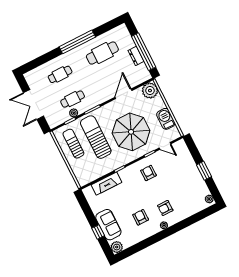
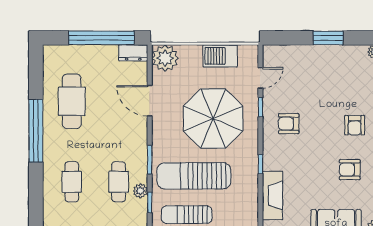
dresser: (136, 56) -> (133, 53), moved

